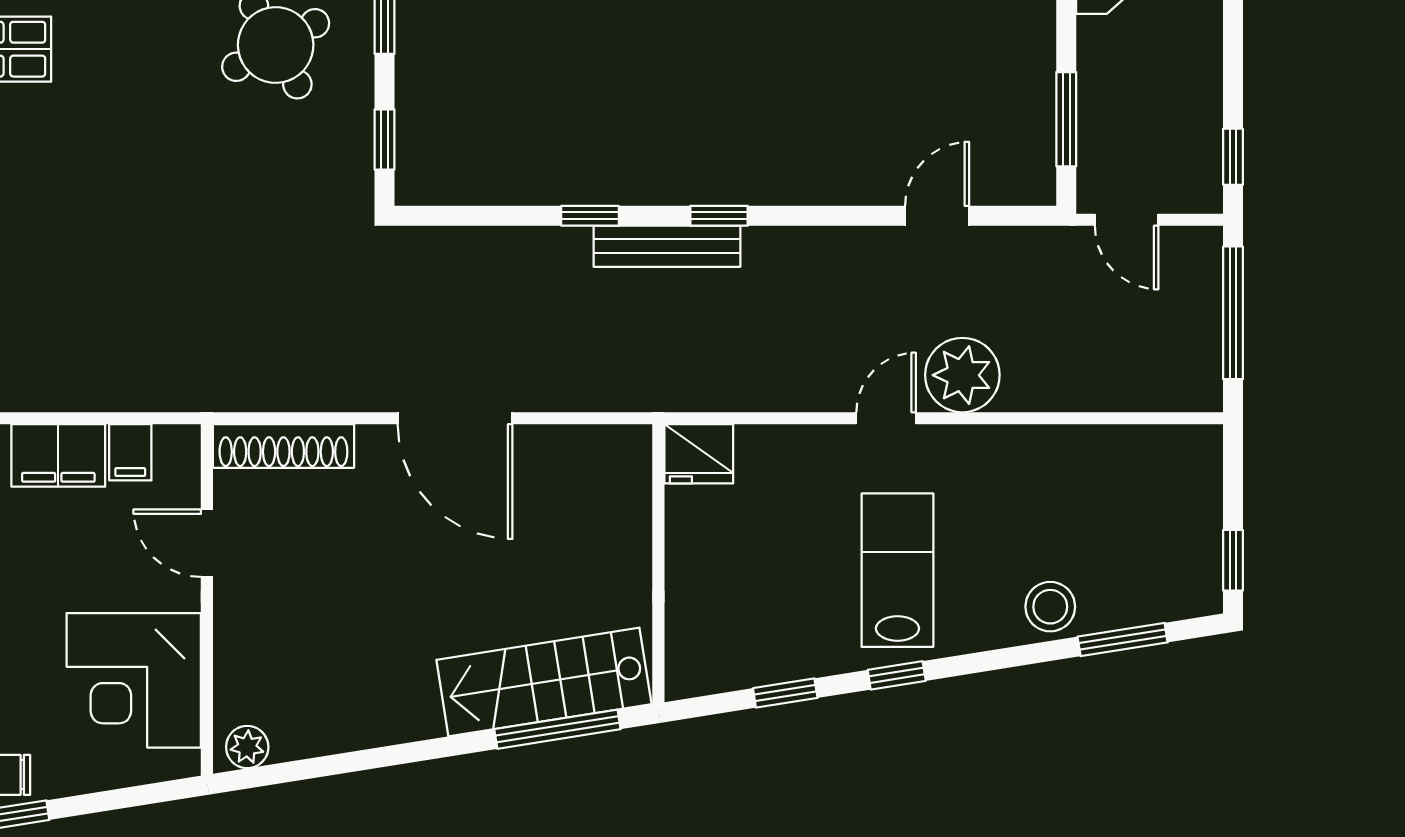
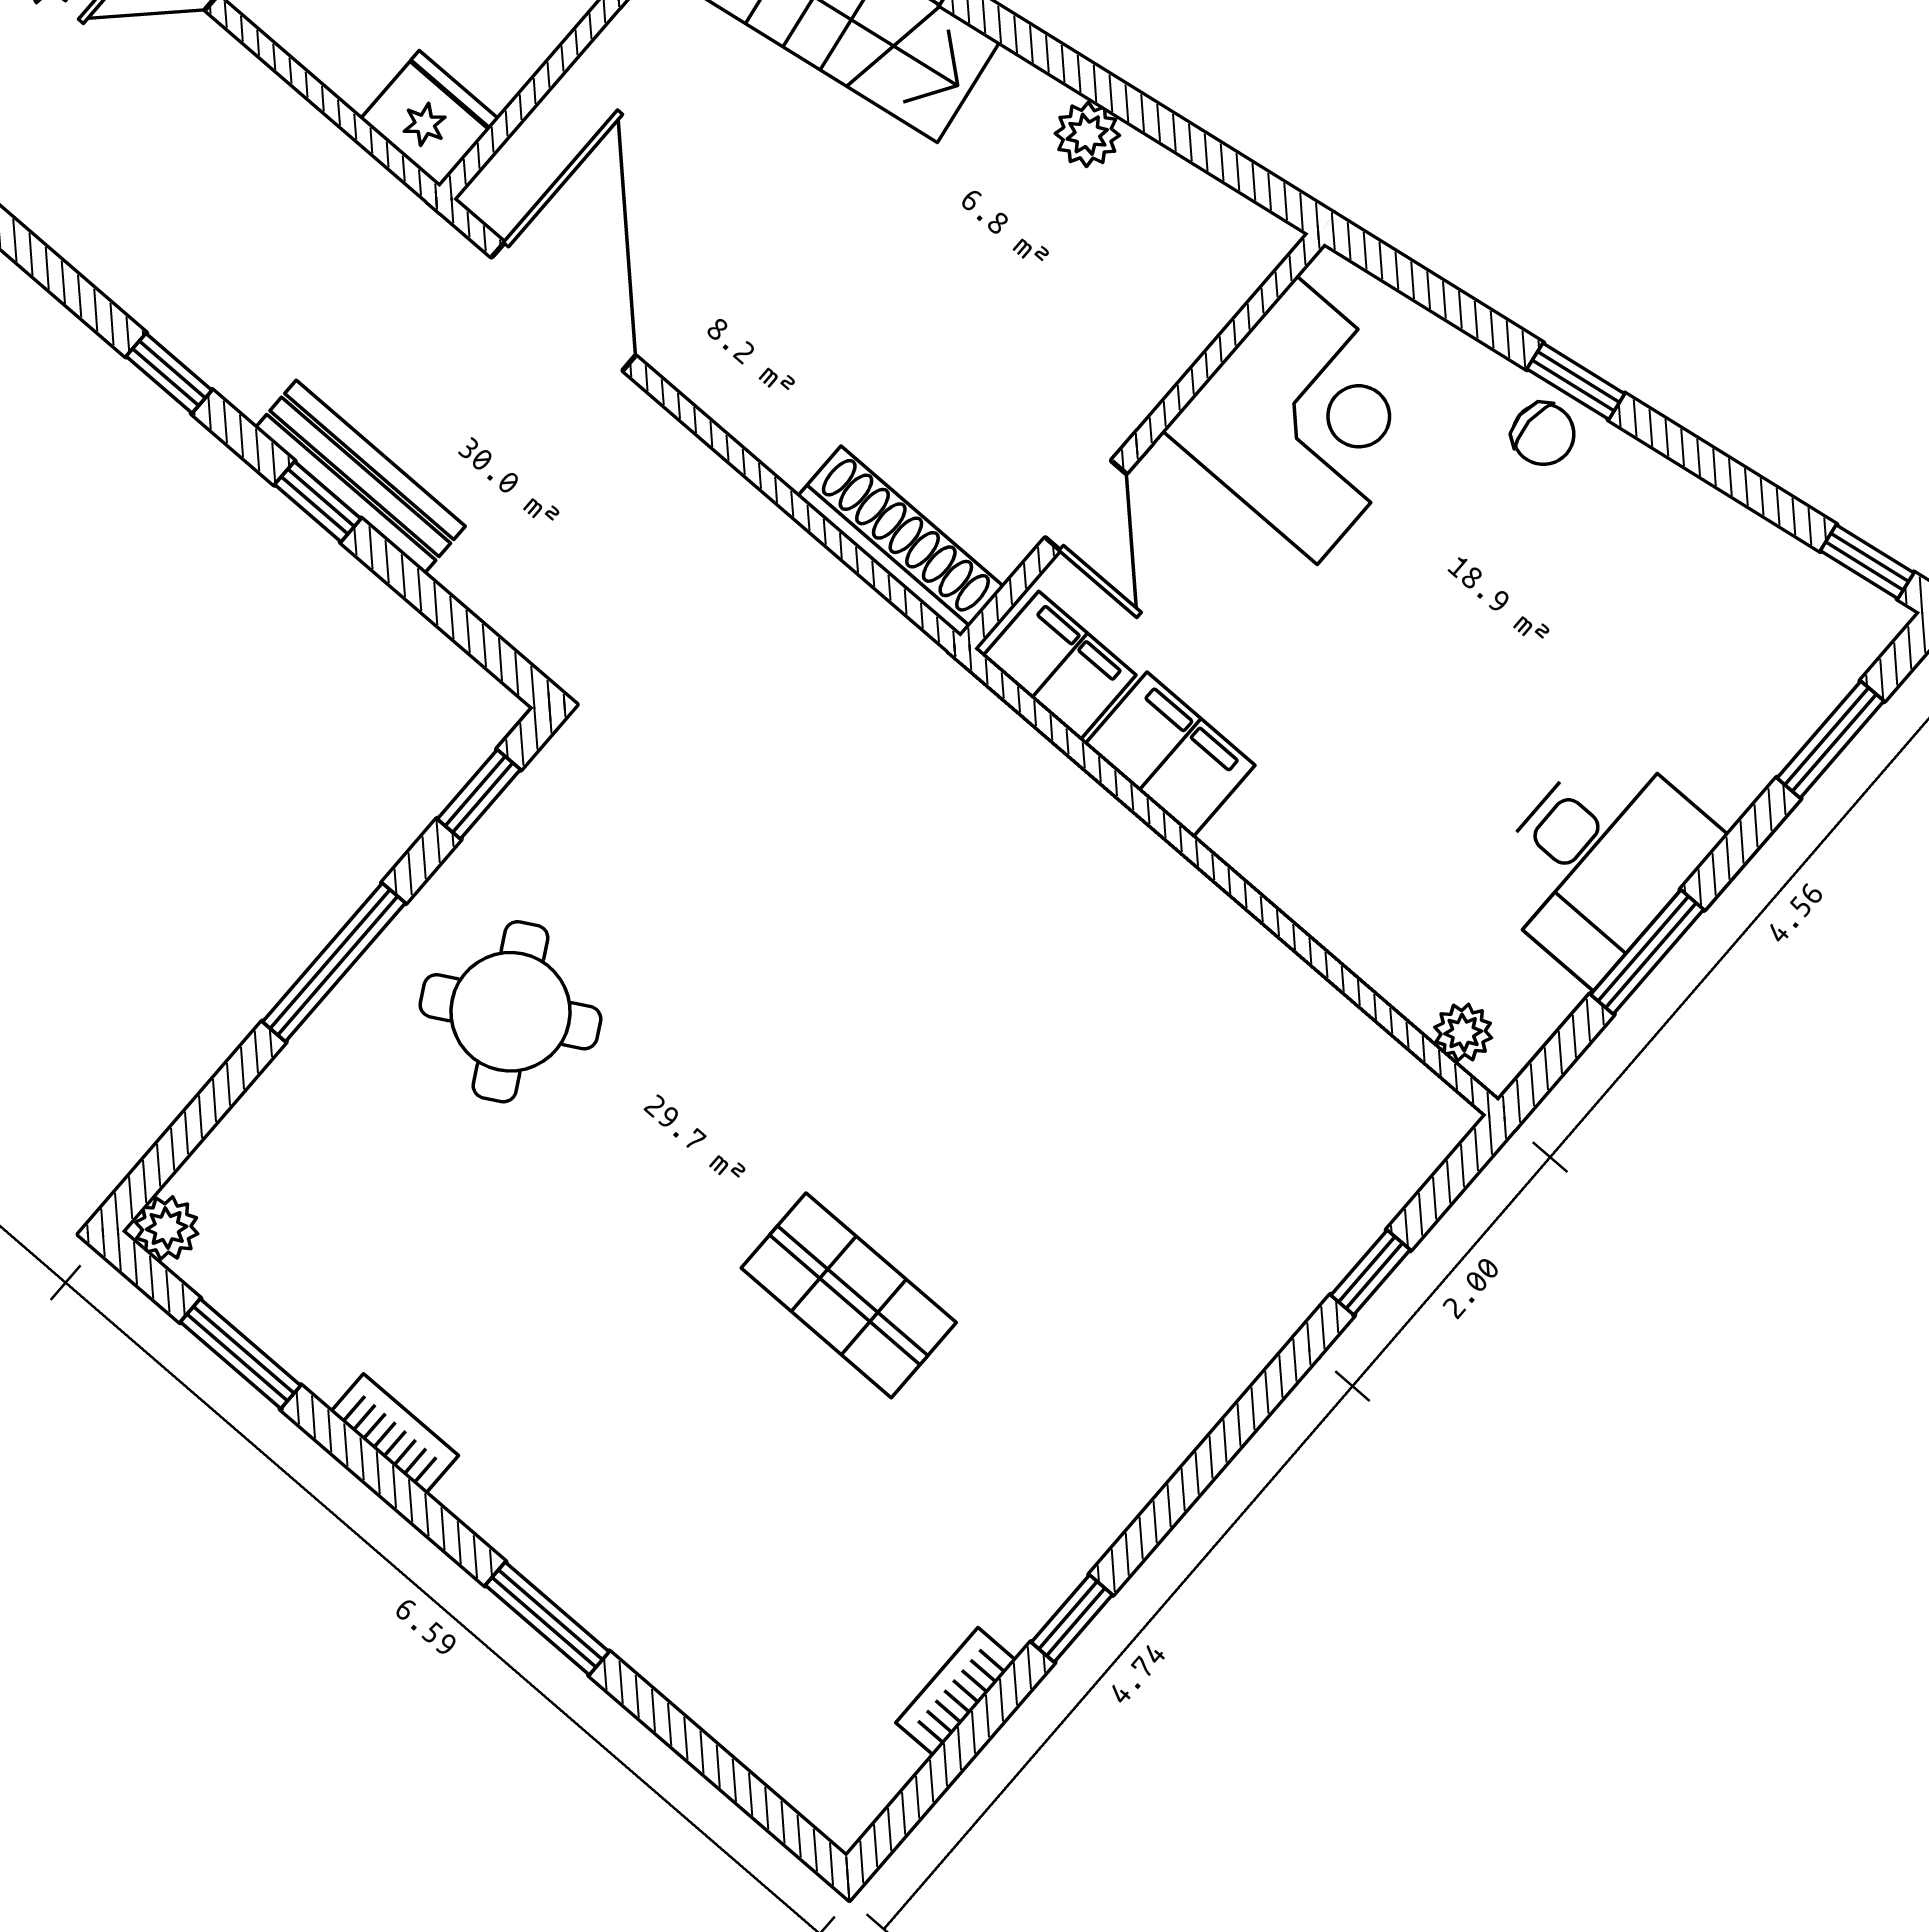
bench: (667, 246) -> (360, 477), moved
door: (455, 418) -> (564, 306), moved
filing cabinet: (130, 452) -> (1059, 666), width x2.00
plant: (247, 747) -> (1087, 134), moved

